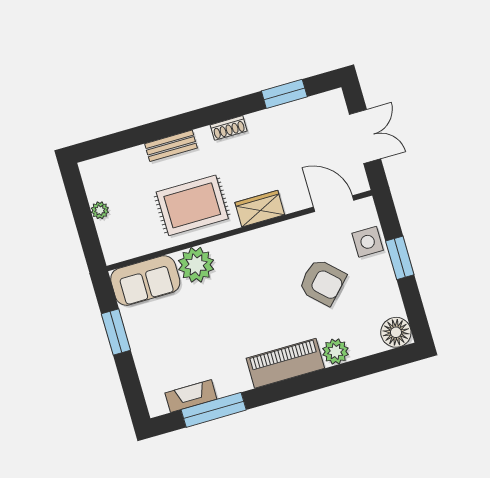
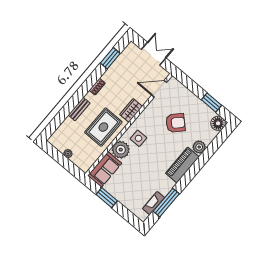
side table: (368, 242) -> (138, 138), moved
window: (400, 258) -> (211, 103), moved

